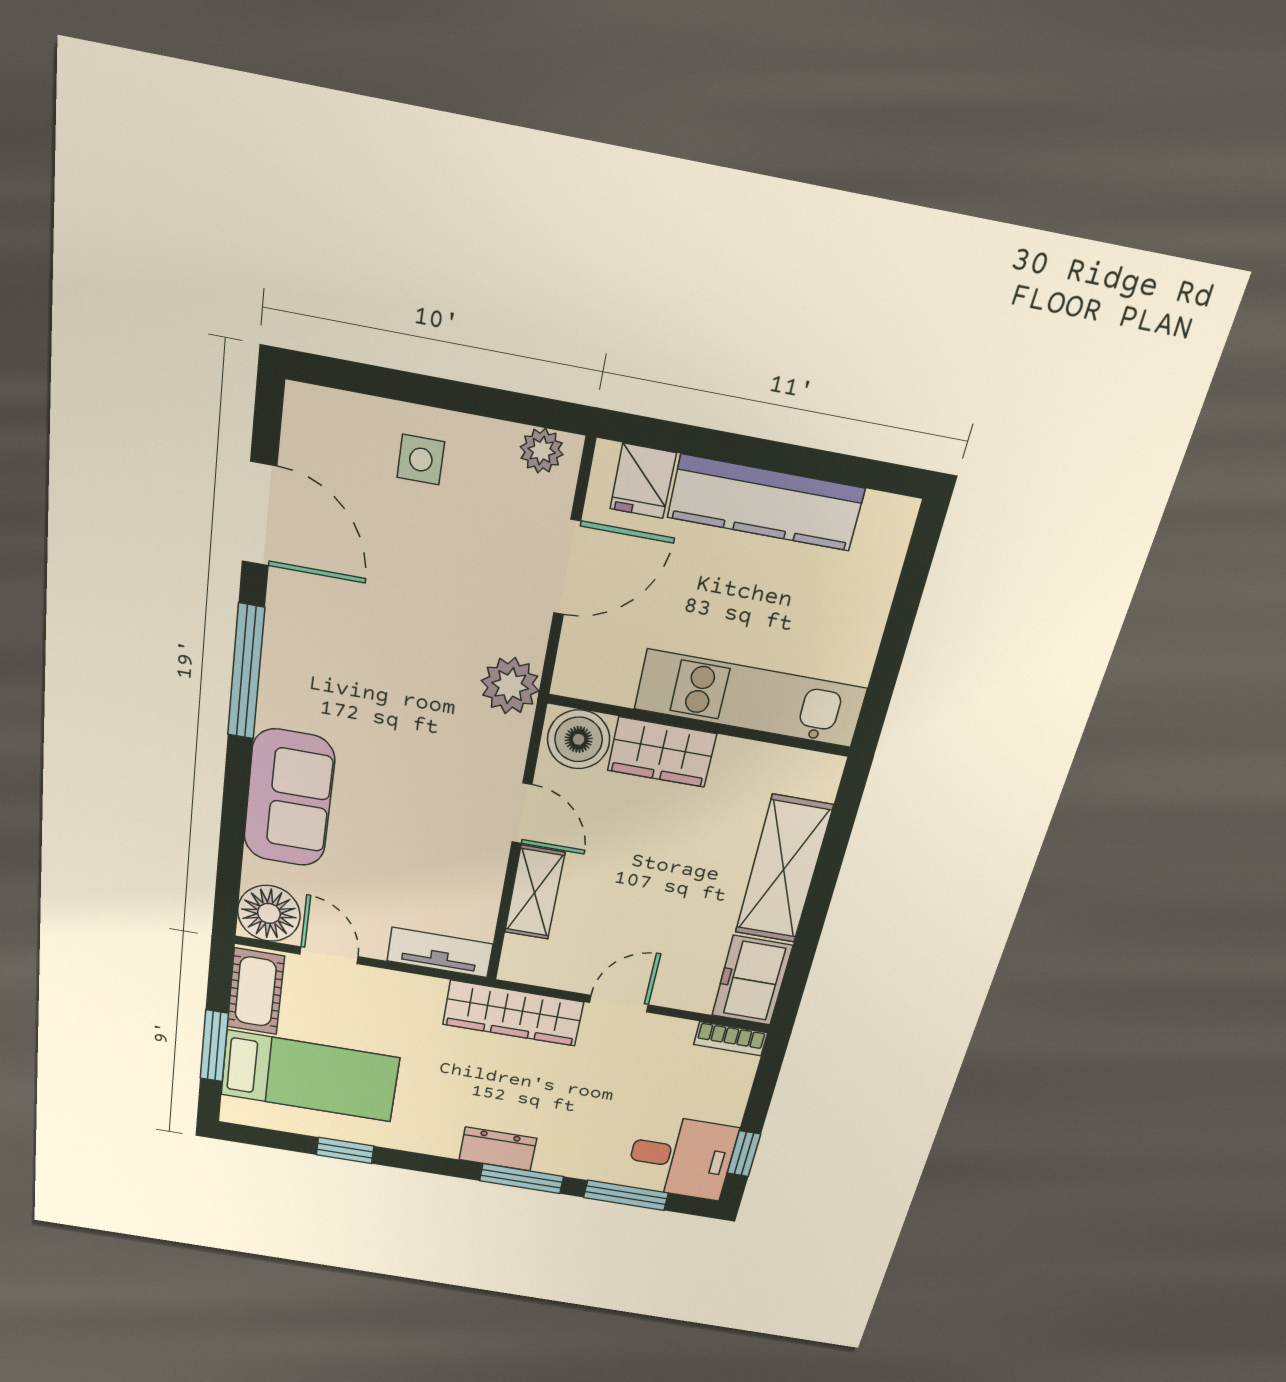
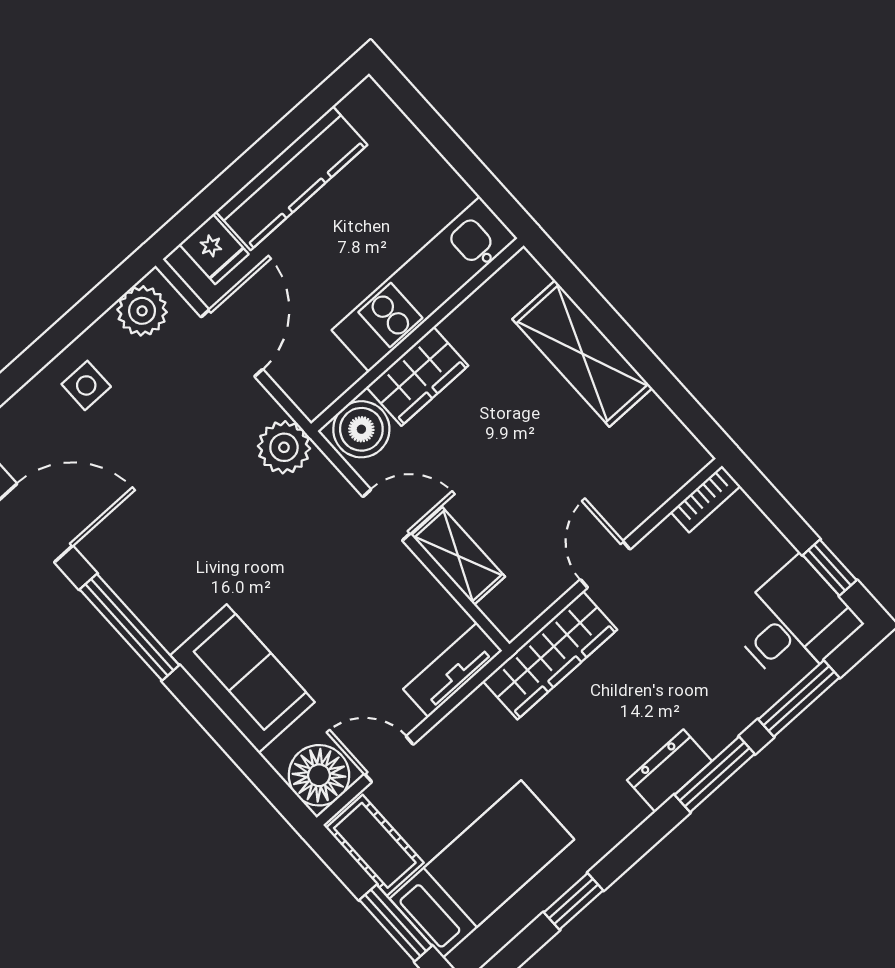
plant: (542, 451) -> (142, 311), width x1.38, depth x1.38
freezer: (752, 981) -> (663, 445), removed

